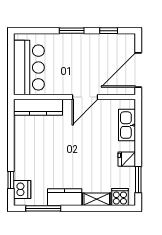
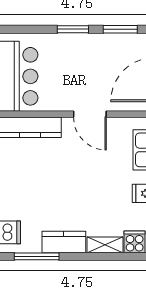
window: (109, 31) -> (120, 29), width x1.50
door: (85, 97) -> (90, 114), hinge flipped

